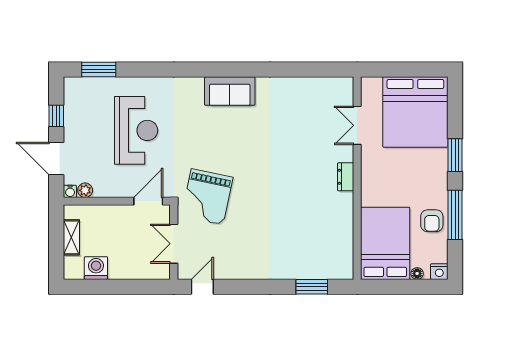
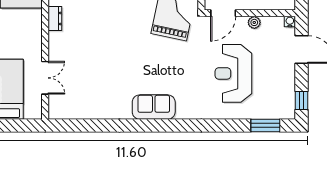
window: (56, 116) -> (302, 100), moved
dresser: (346, 177) -> (55, 19), moved
plant: (85, 190) -> (254, 22), moved

